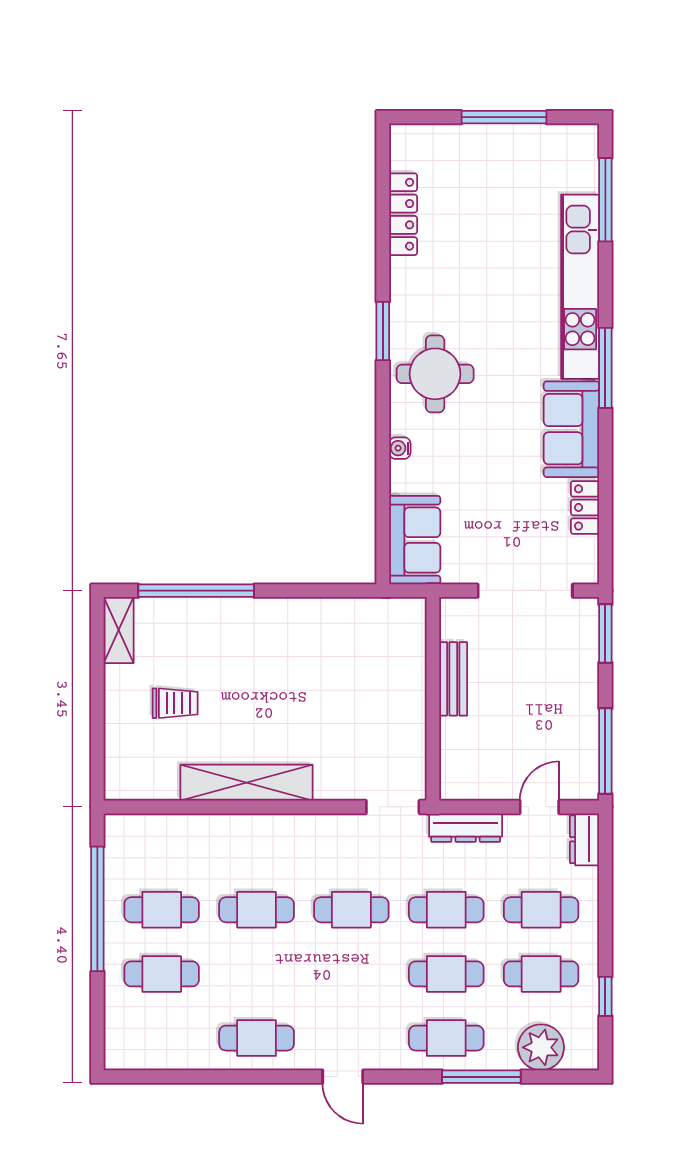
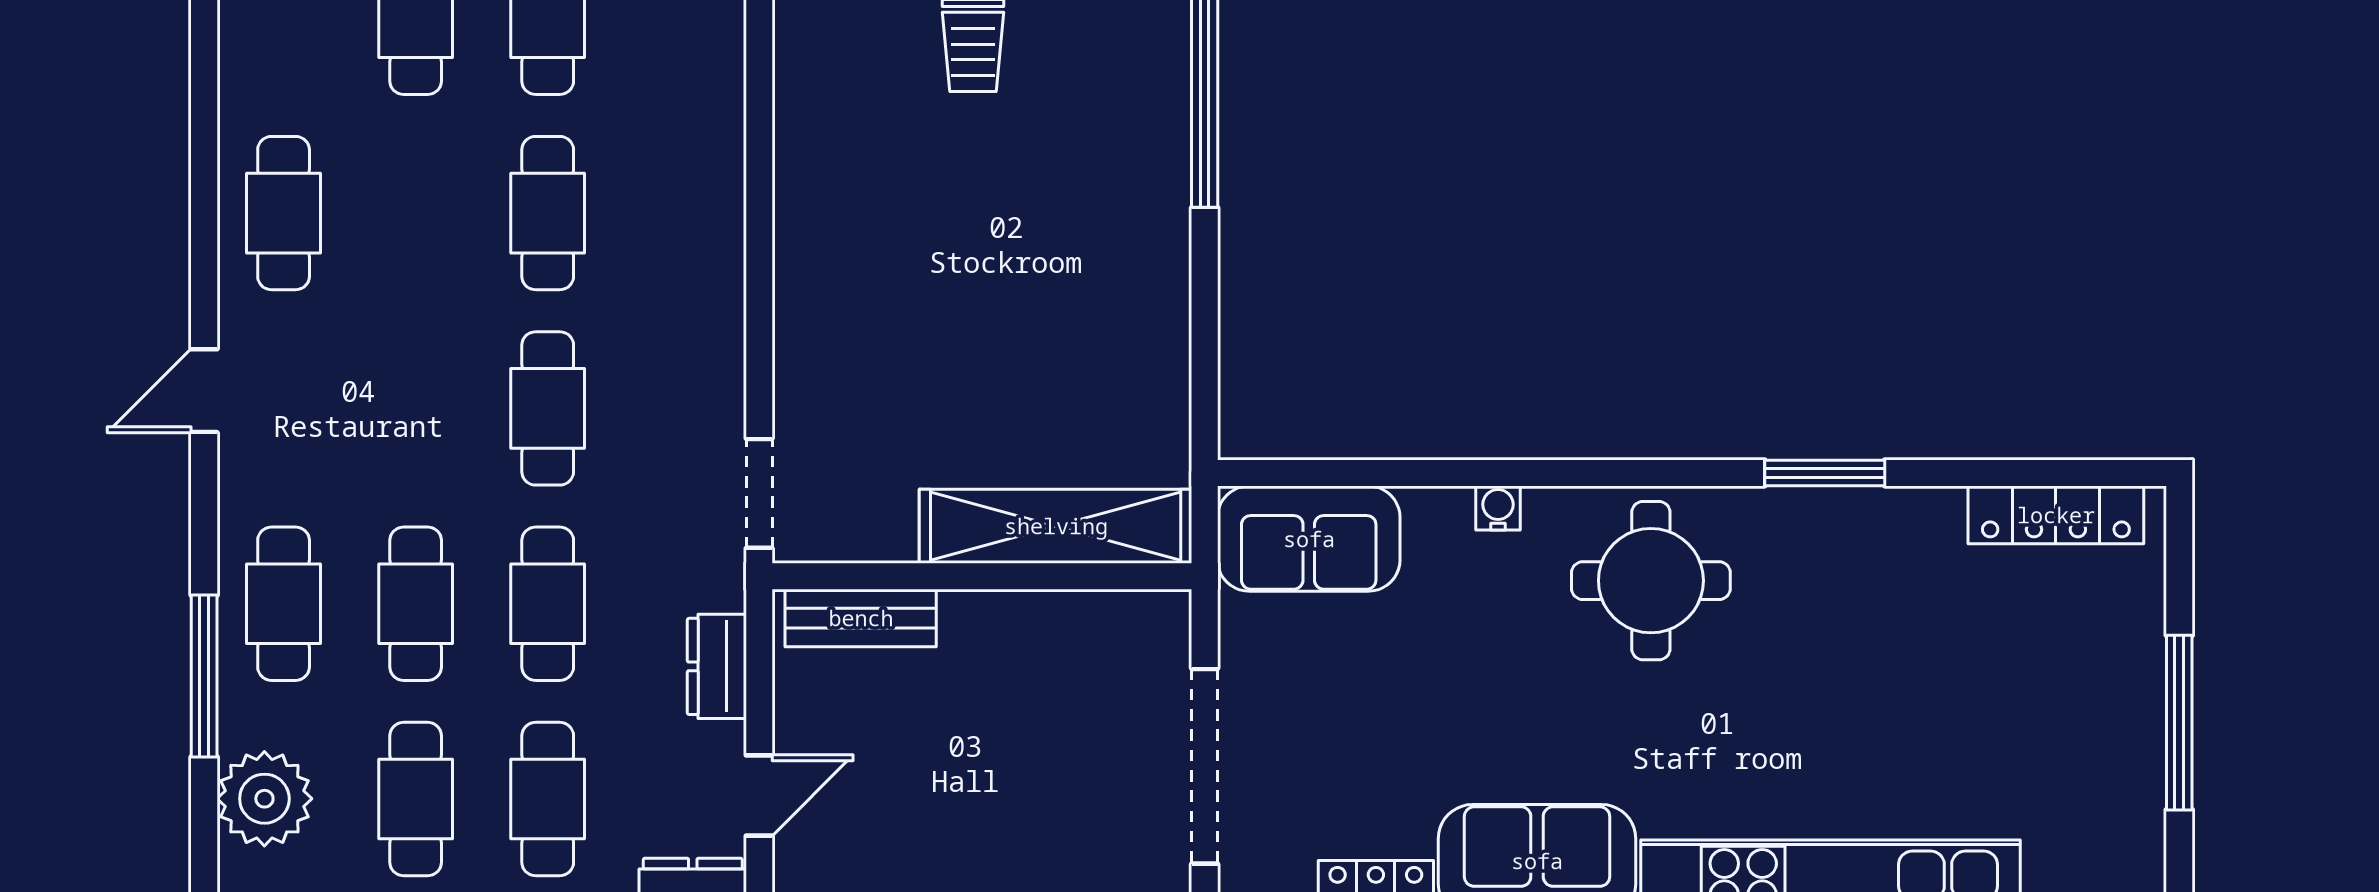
locker: (403, 214) -> (2056, 515), moved
window: (383, 331) -> (1825, 473), moved
bench: (453, 679) -> (861, 618), moved
shelving: (246, 783) -> (1056, 526), moved, turned 90
door: (539, 807) -> (759, 795), hinge flipped
dresser: (466, 828) -> (717, 666), width x0.70

